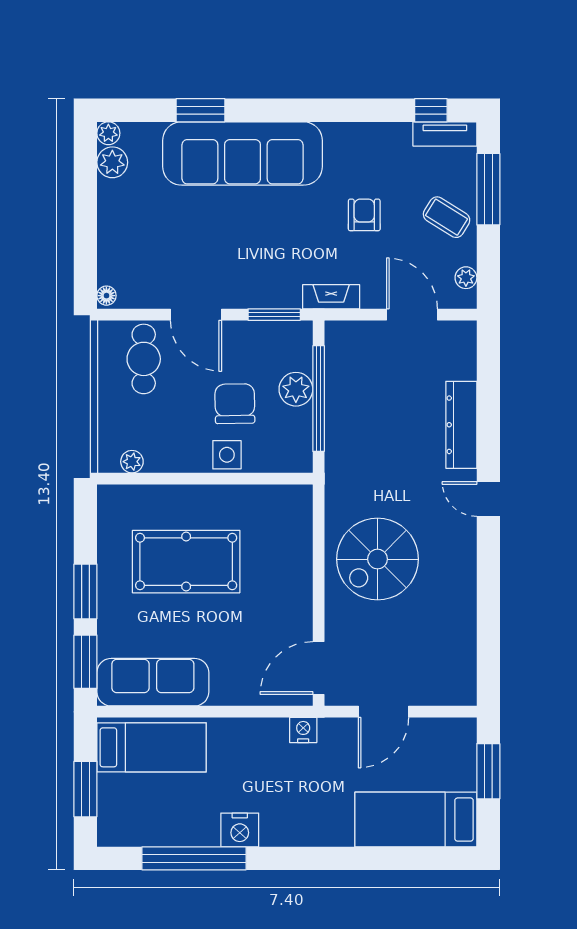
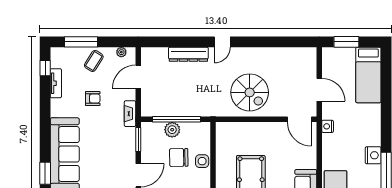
tv unit: (445, 134) -> (56, 83), moved
armchair: (364, 215) -> (93, 99), turned 180

